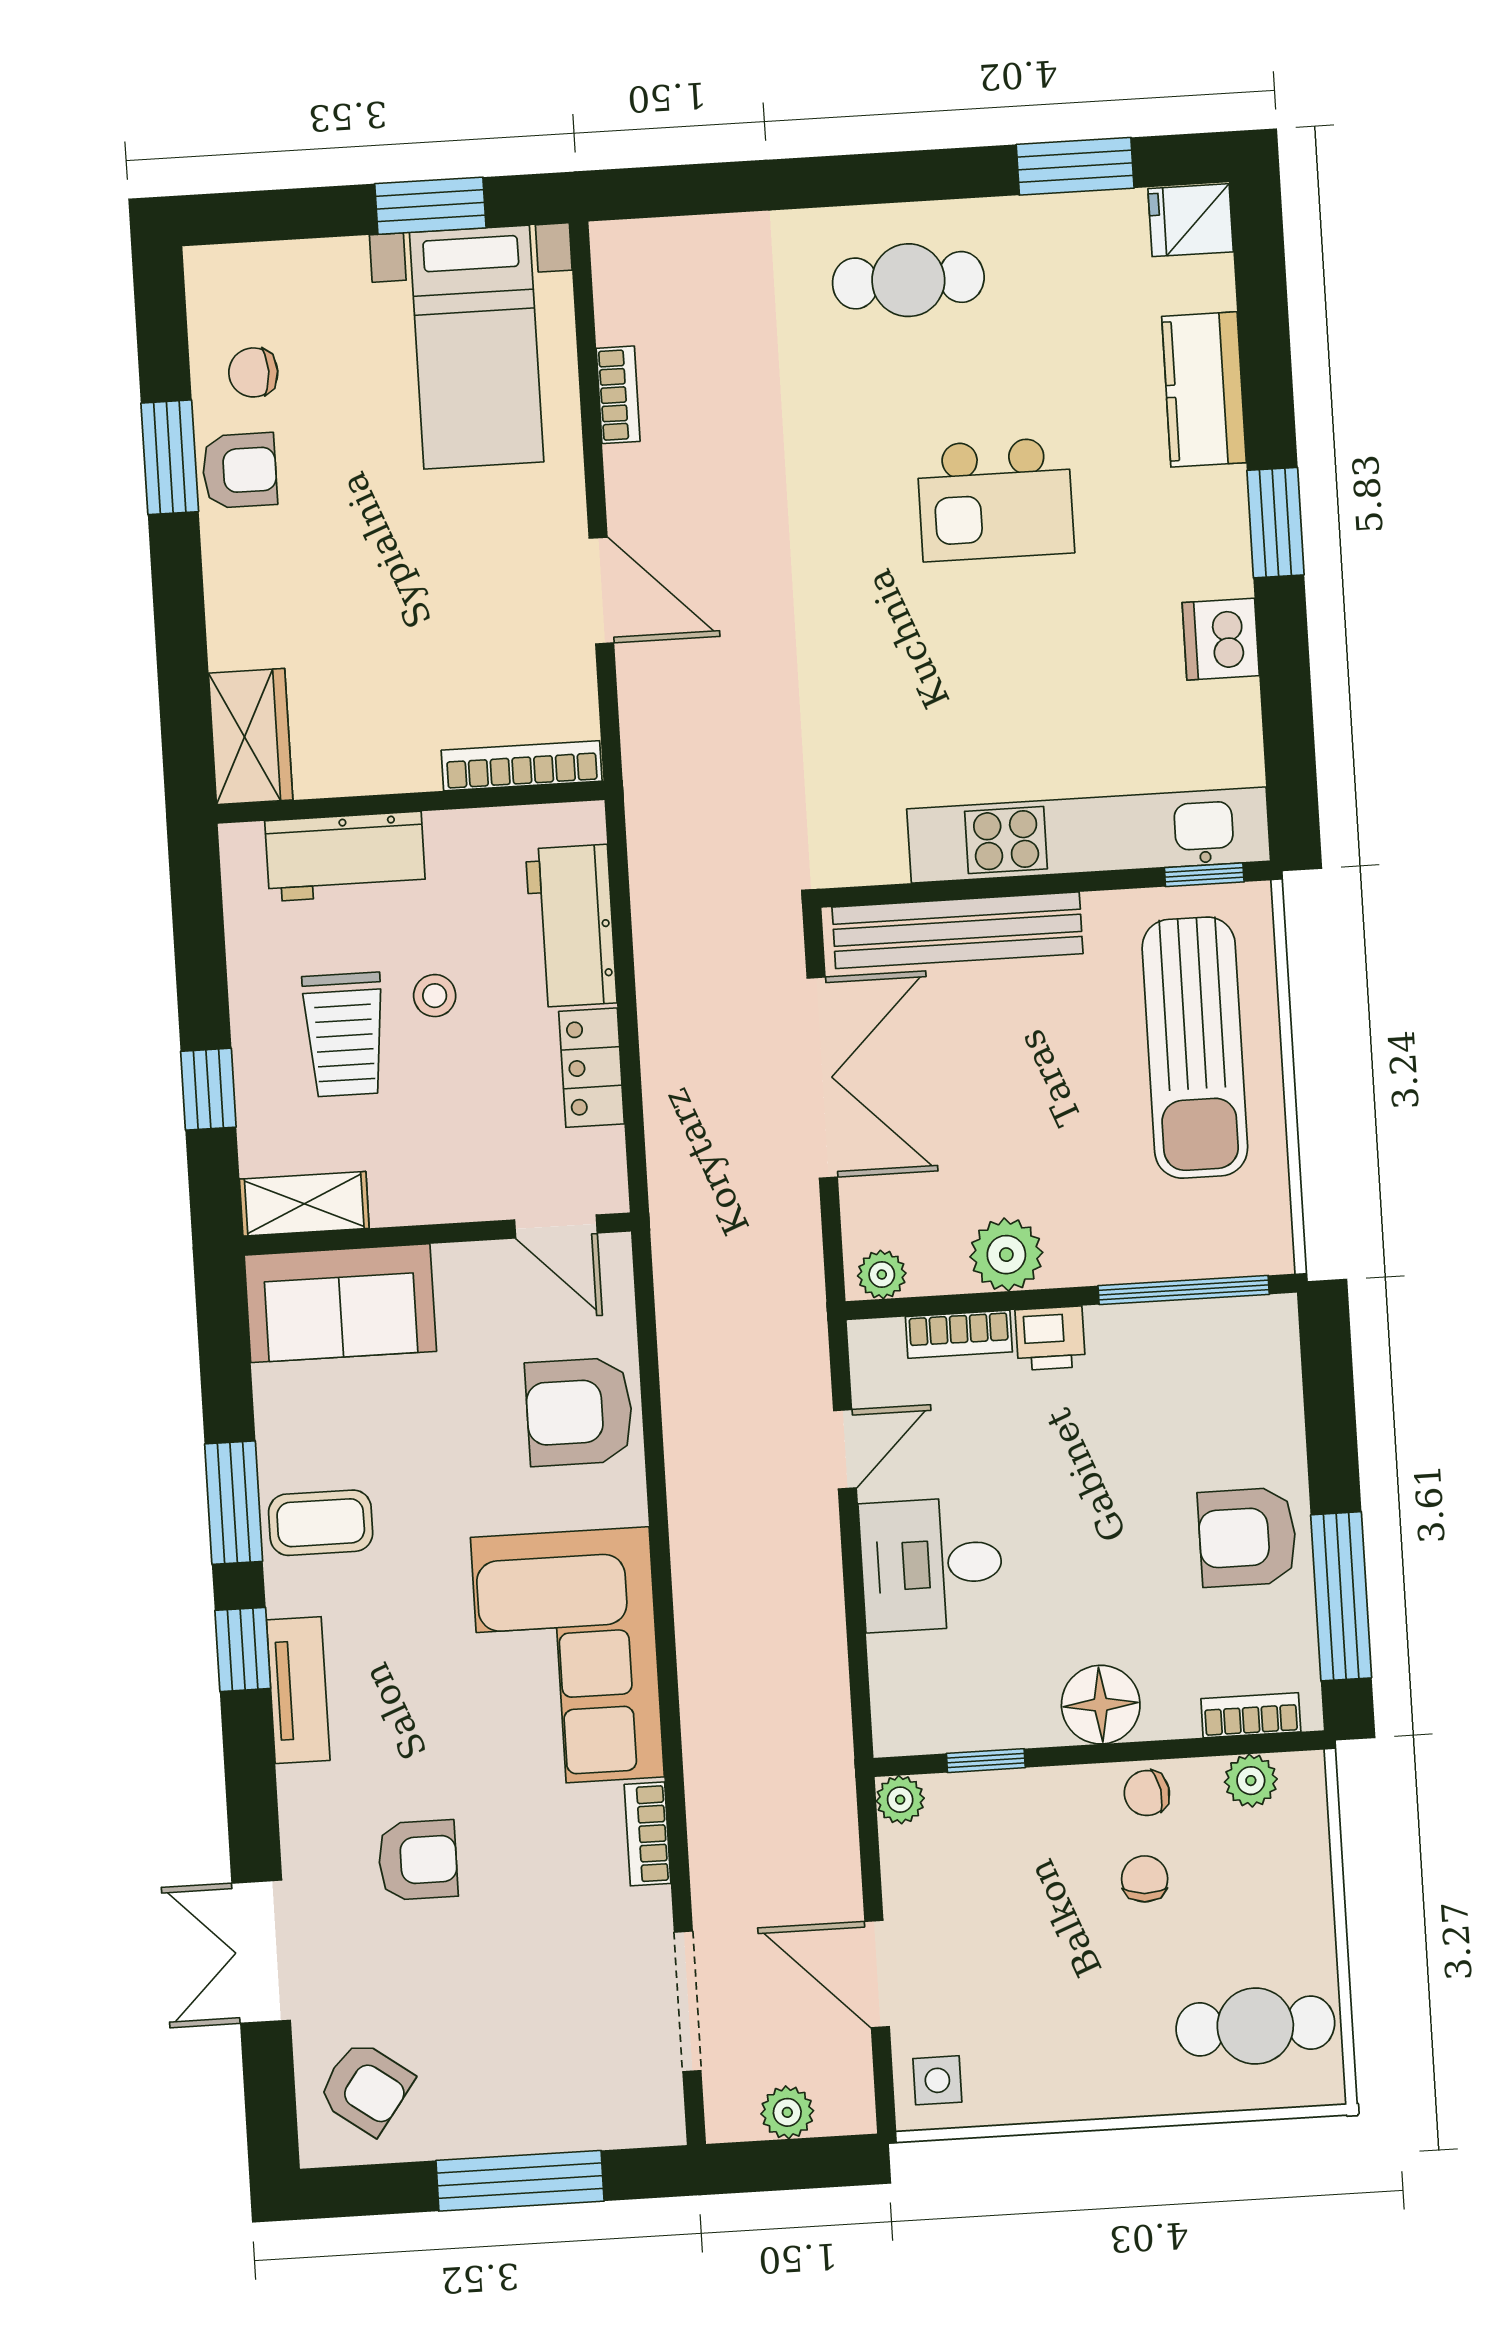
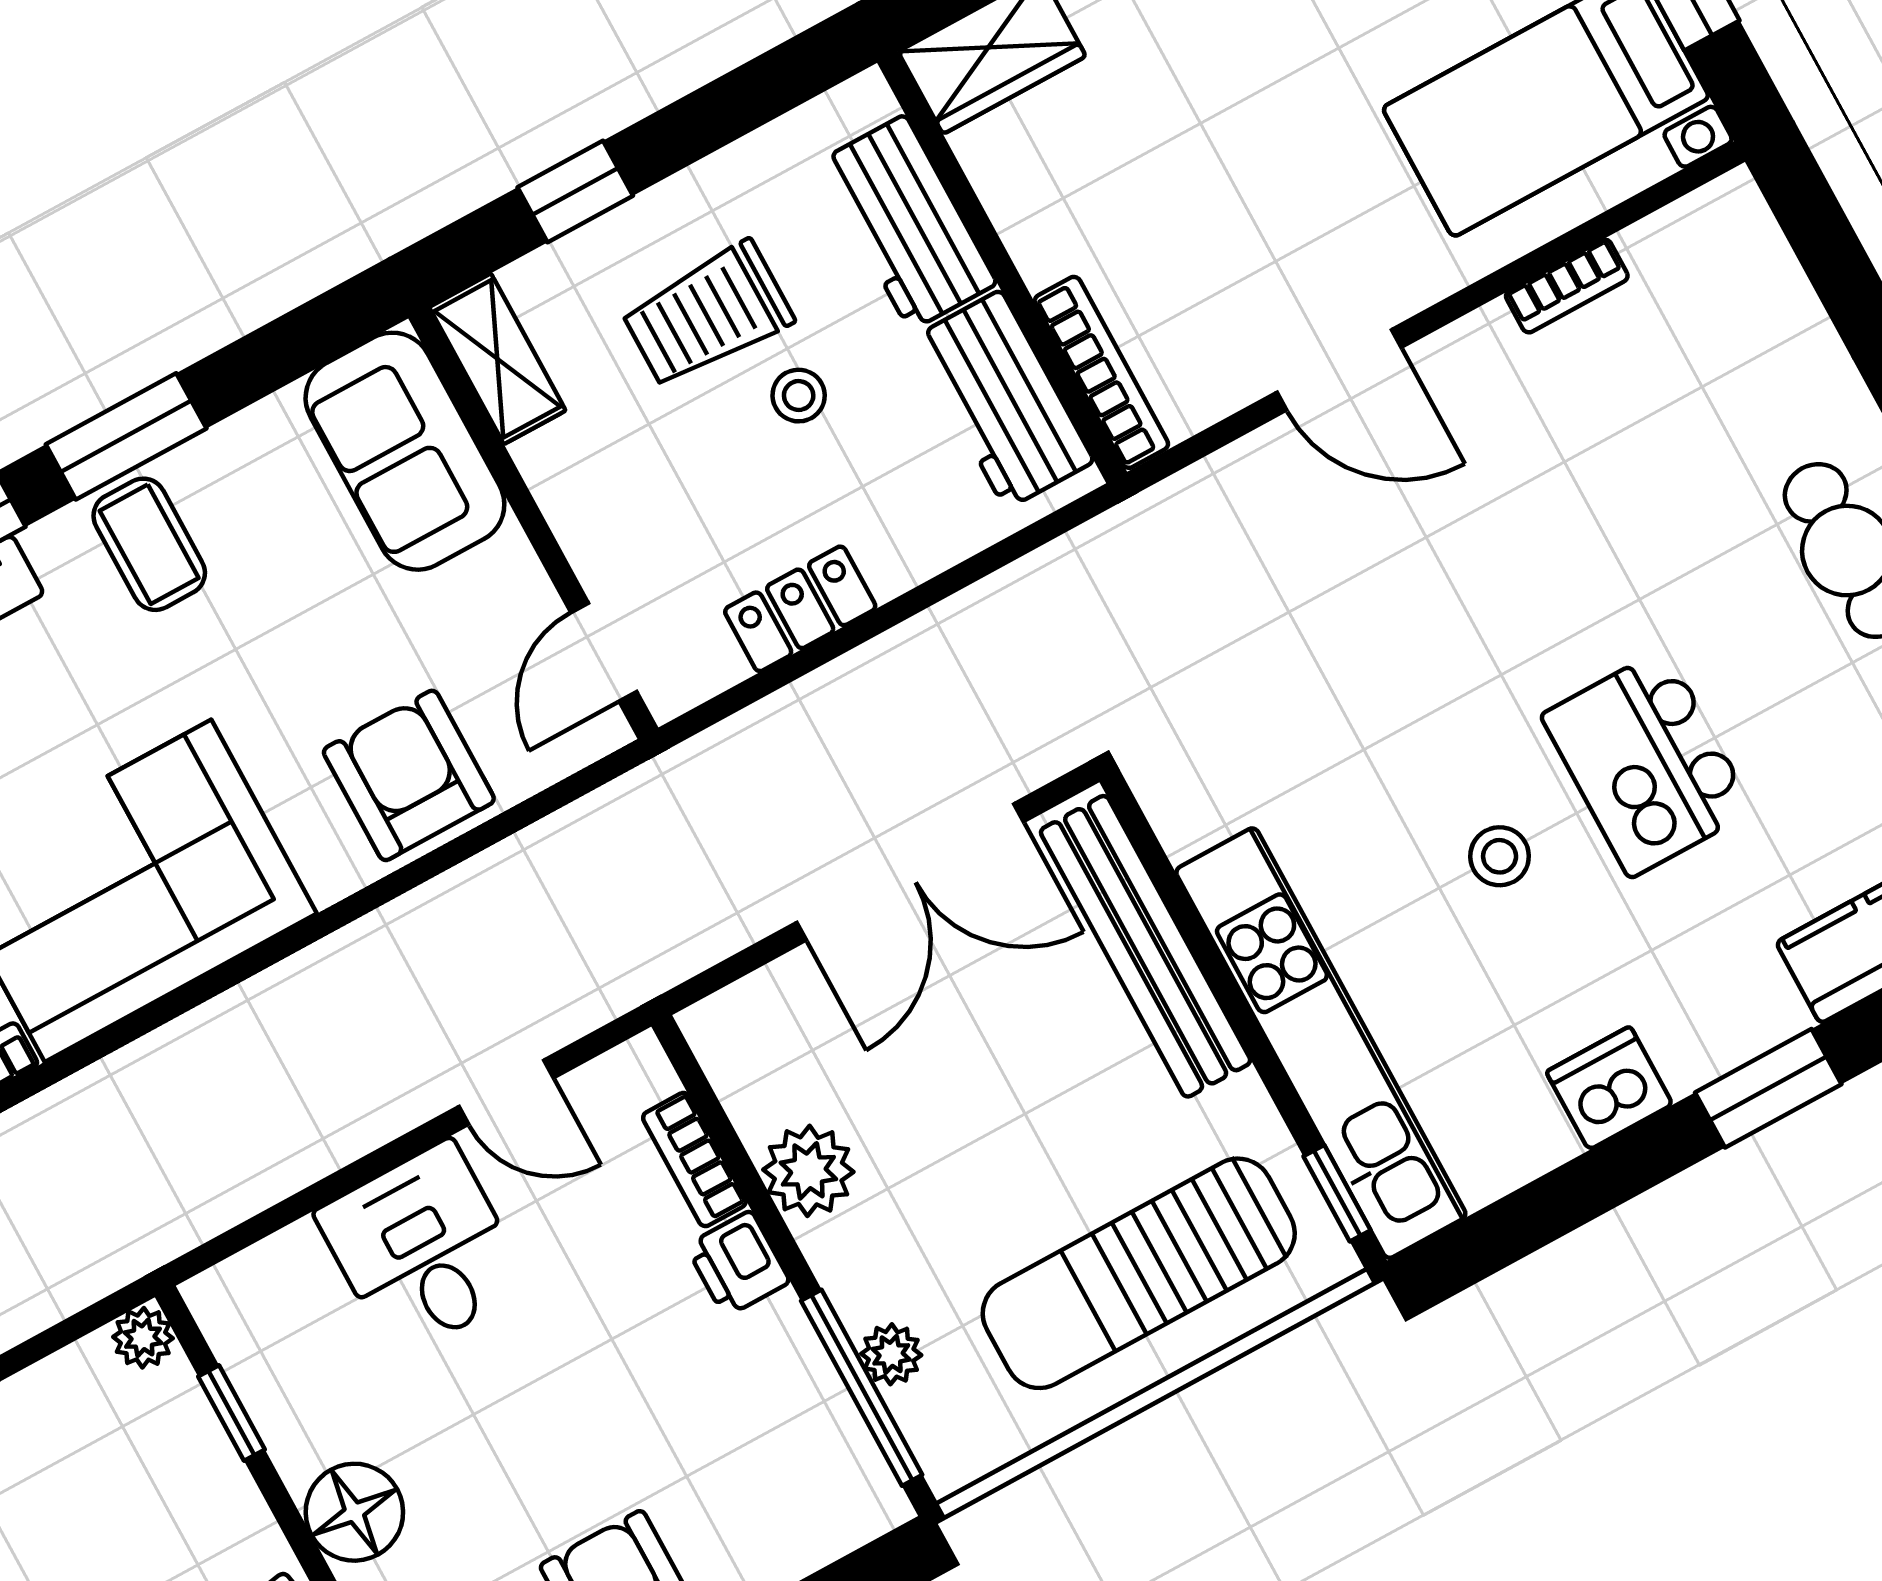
door: (601, 591) -> (1339, 370), hinge flipped
stool: (1013, 640) -> (1500, 856), added
workbench: (571, 926) -> (1003, 400), moved, turned -90
plant: (882, 1274) -> (891, 1354), moved

